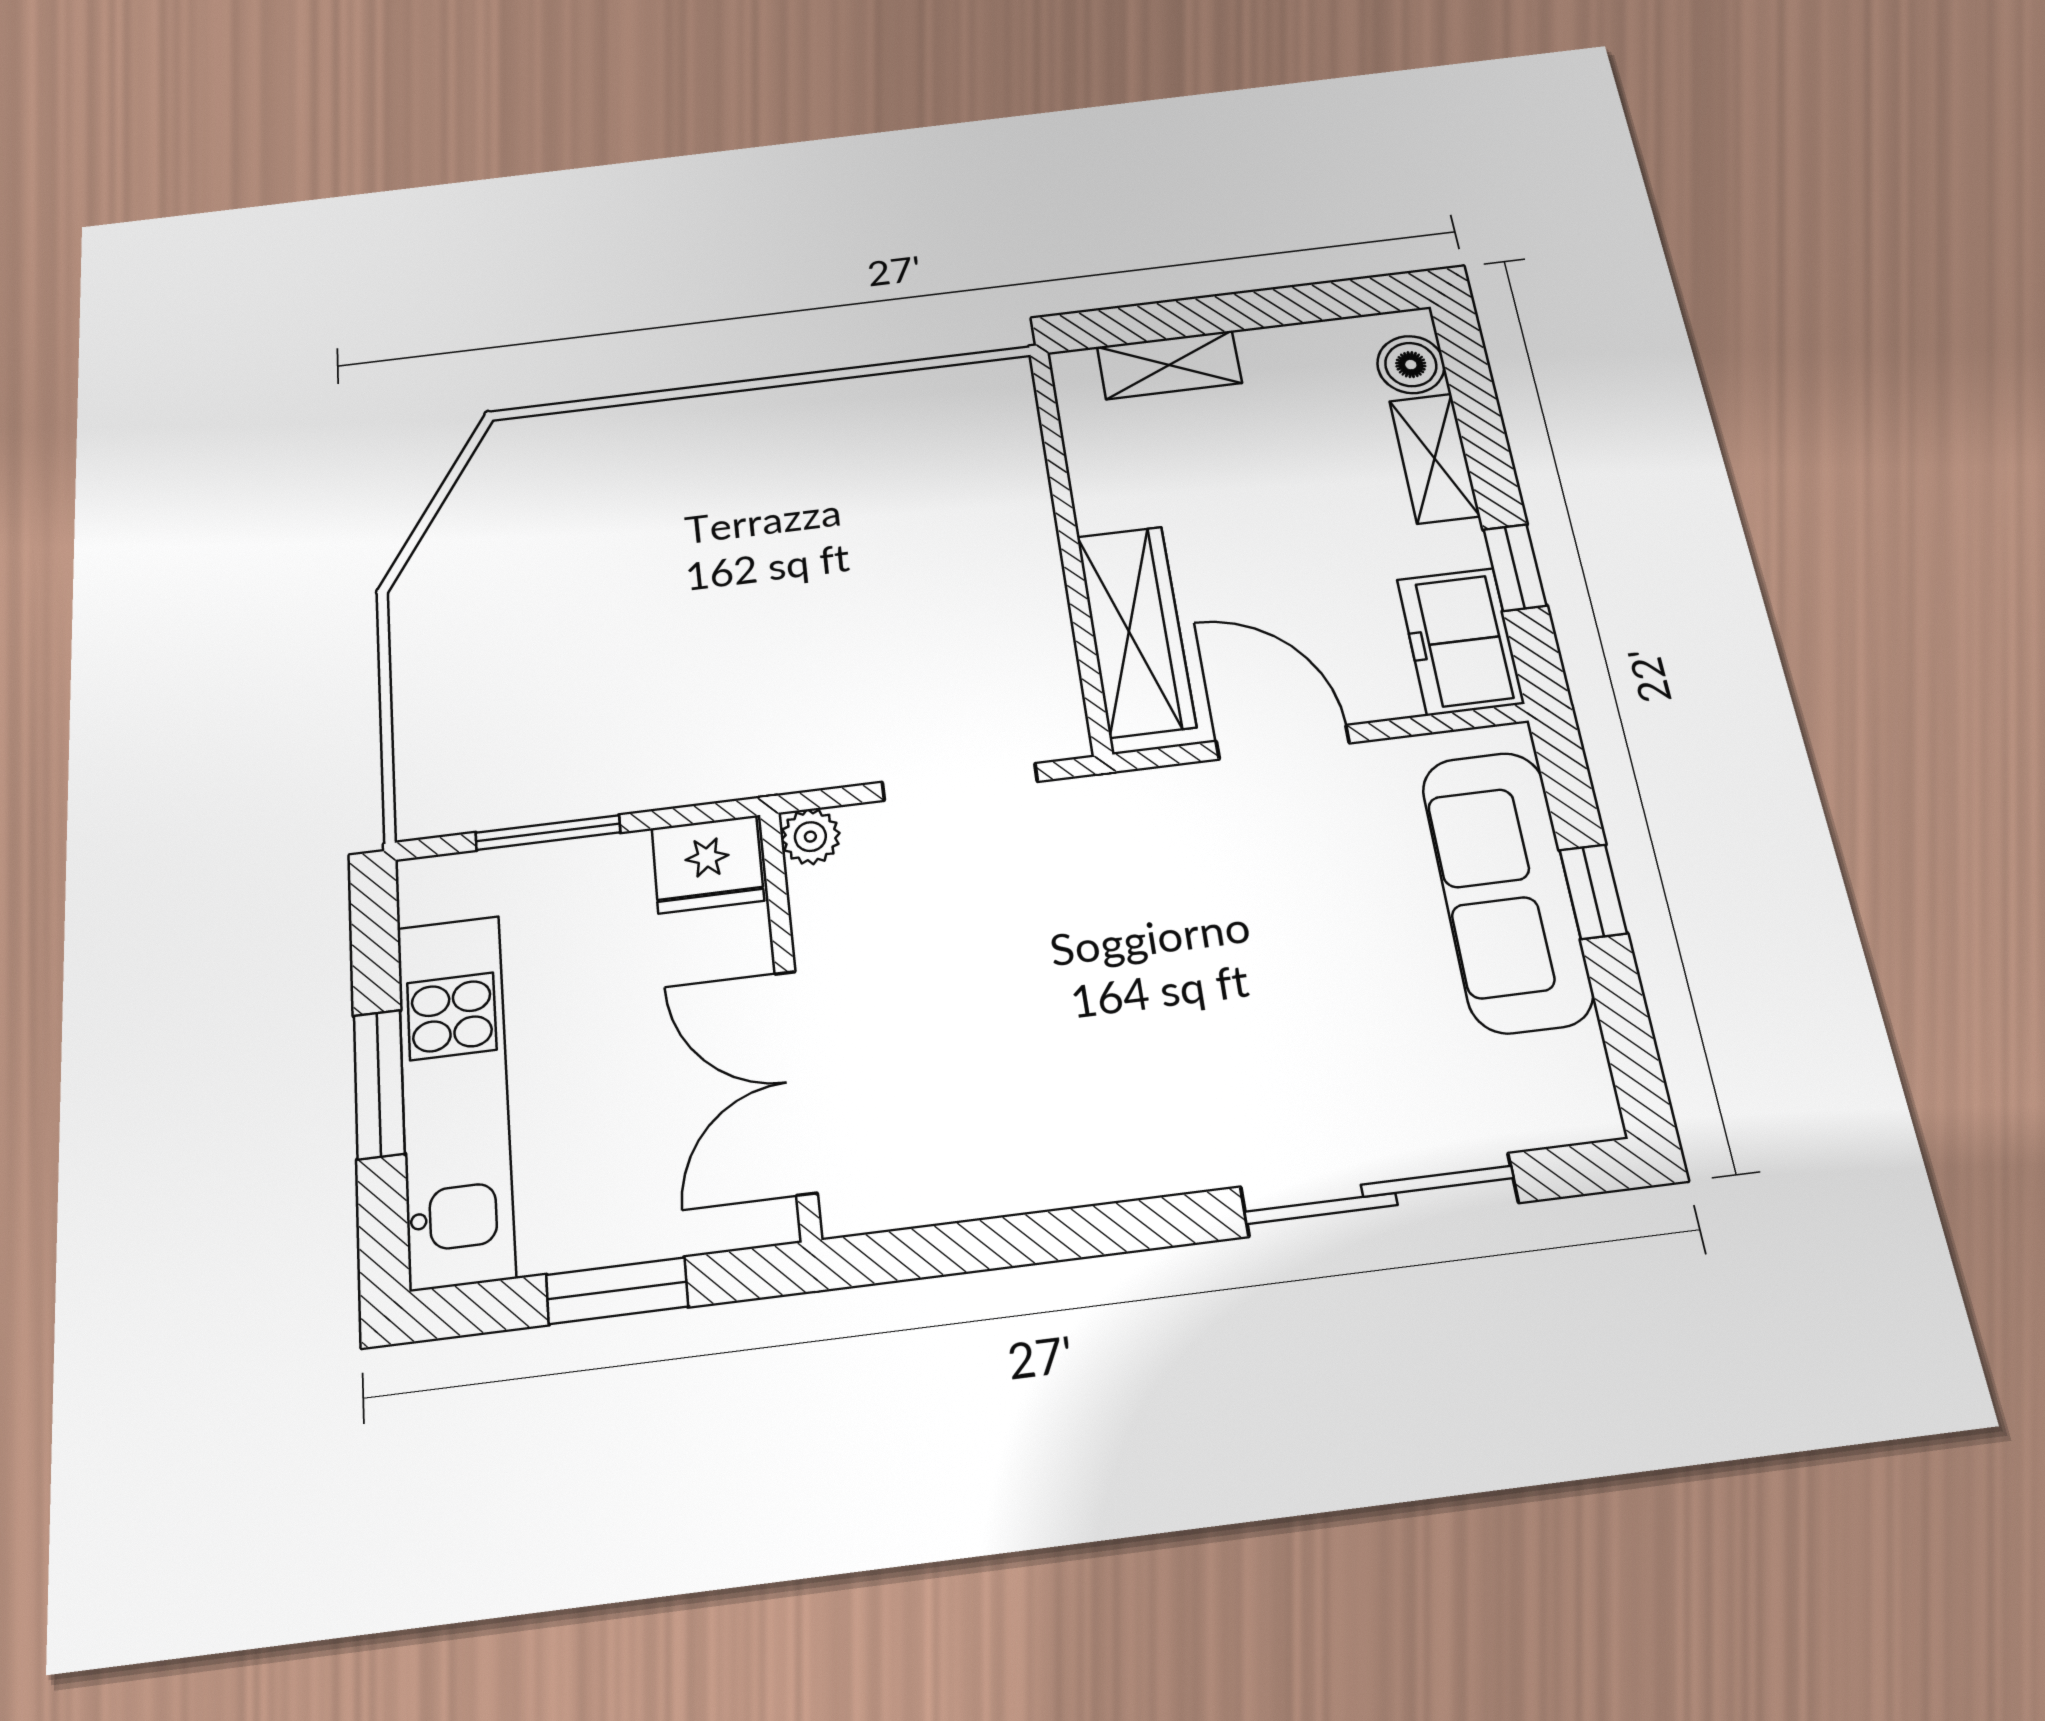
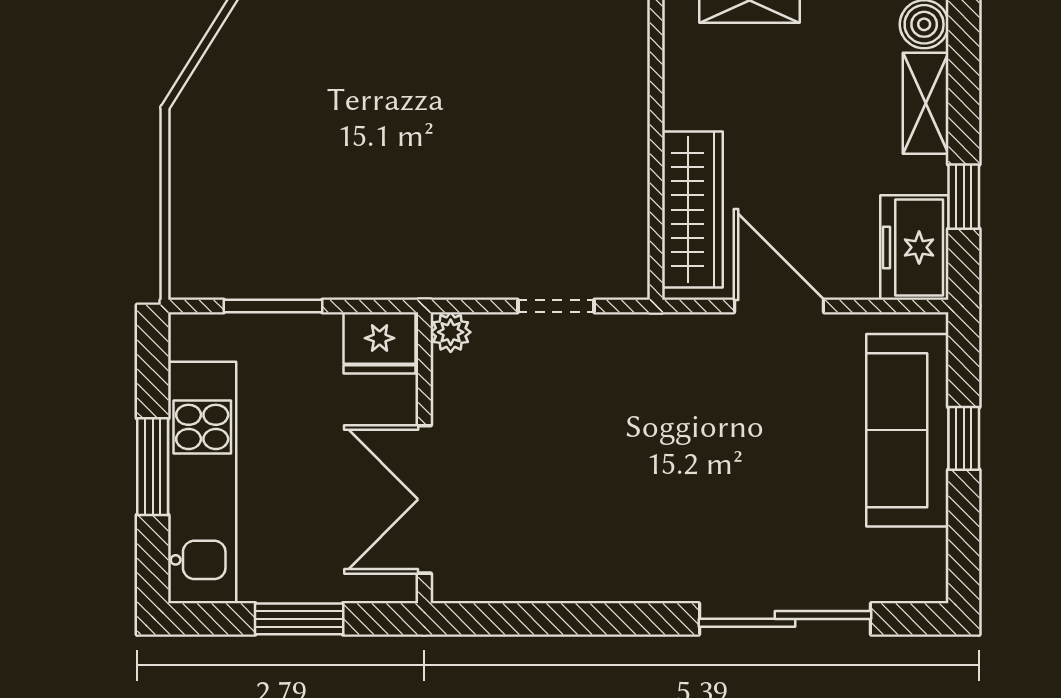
doorway: (960, 782) -> (556, 306), width x0.73

